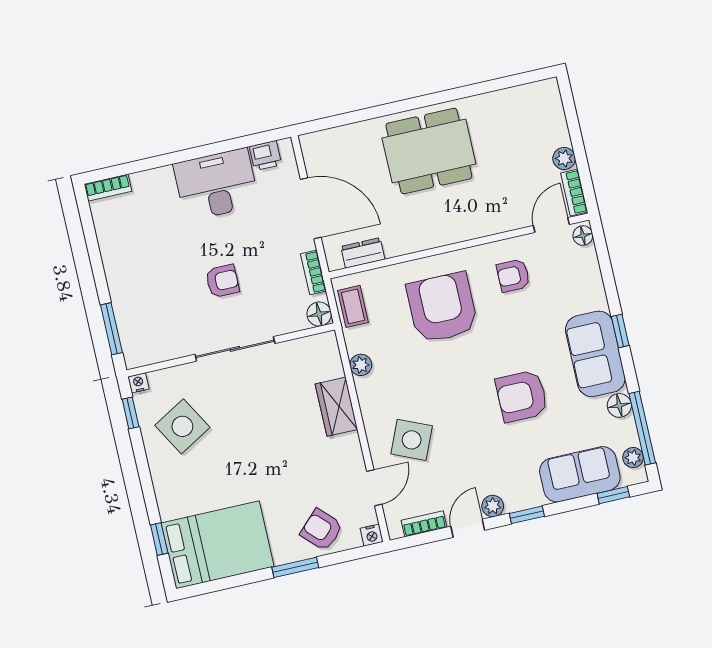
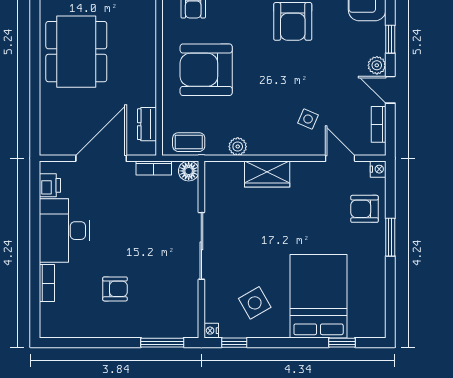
bookcase: (108, 188) -> (47, 283), moved
armchair: (222, 281) -> (115, 289), moved, turned 90
side table: (182, 426) -> (255, 303), width x0.73, depth x0.73
side table: (412, 440) -> (308, 119), width x0.54, depth x0.54
armchair: (322, 530) -> (365, 209), turned 45
bed: (218, 545) -> (319, 296), moved

